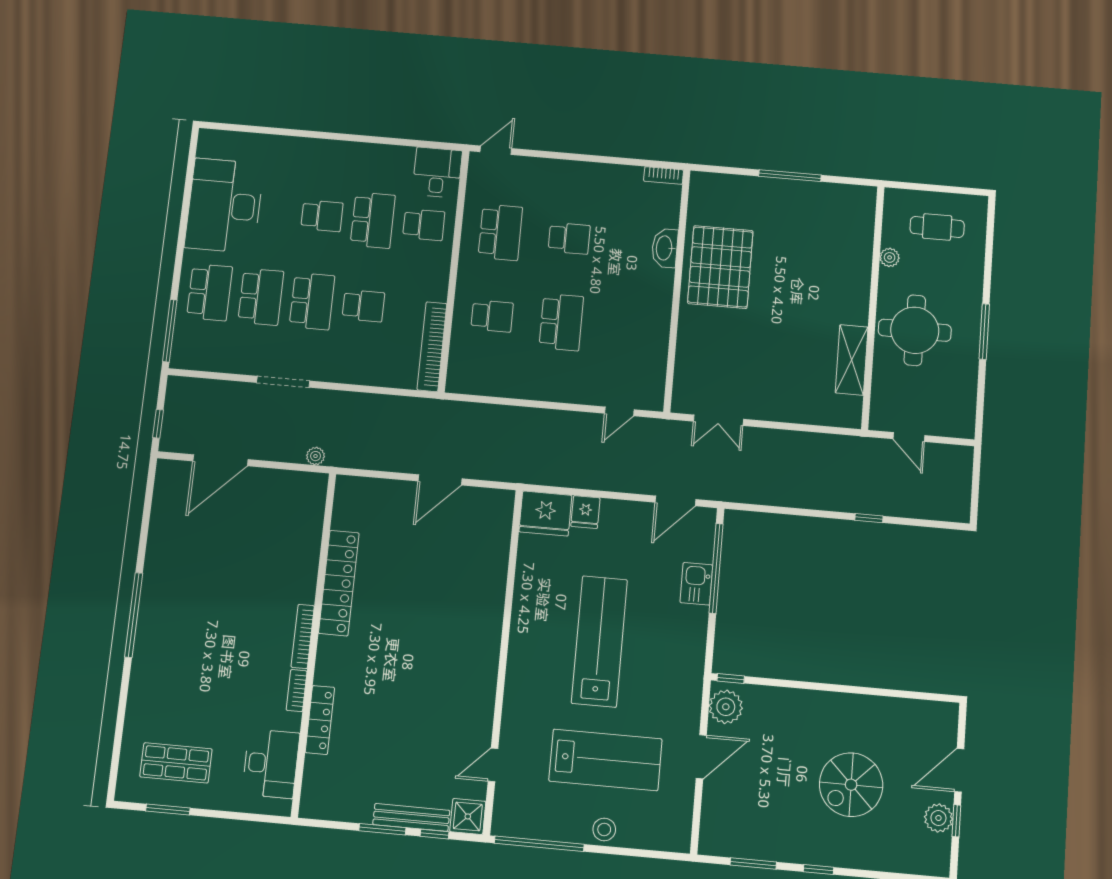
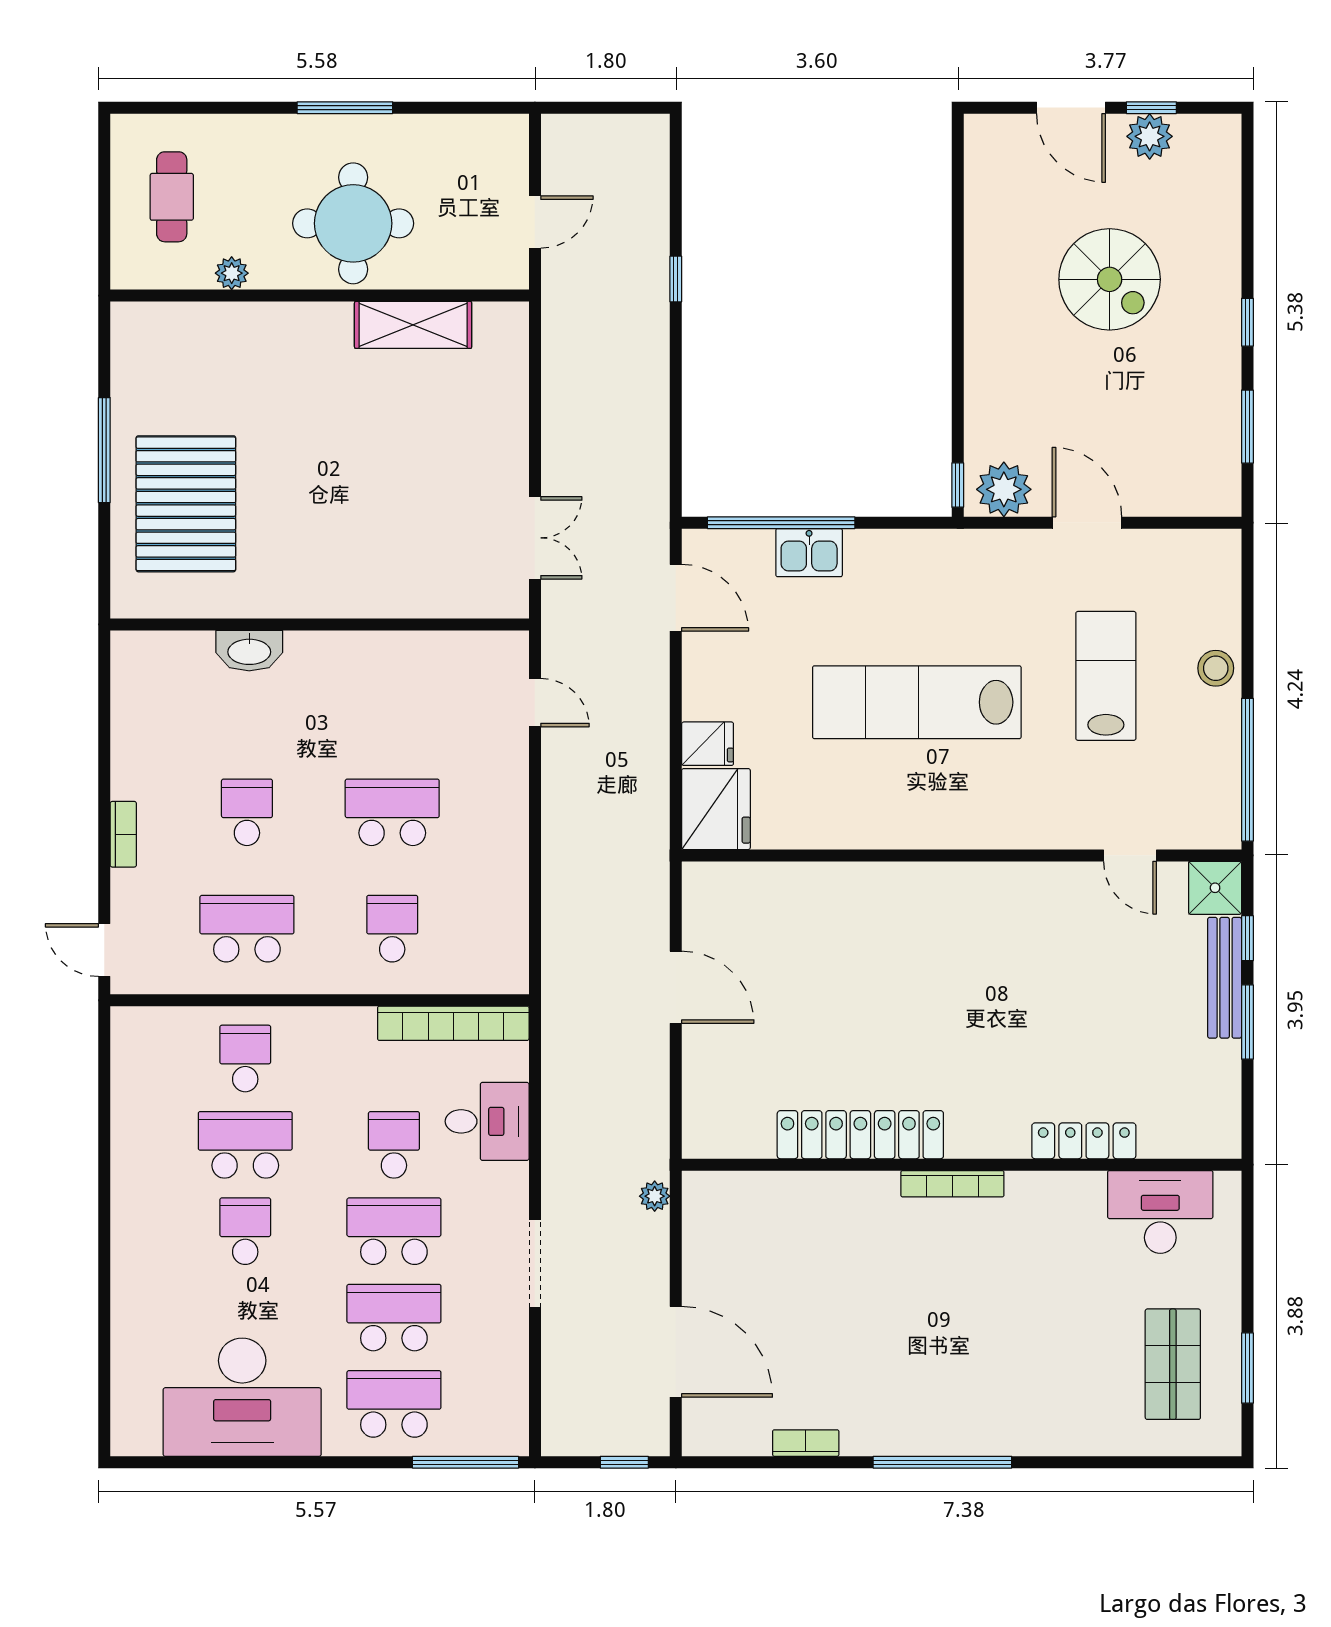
desk: (437, 172) -> (487, 1121), moved, turned 180
bookcase: (664, 176) -> (123, 834), moved
pallet: (720, 267) -> (186, 504), moved, turned 90
bookcase: (297, 691) -> (806, 1443), moved, turned 180
lab bench: (605, 760) -> (1106, 676), width x0.73, depth x0.72

